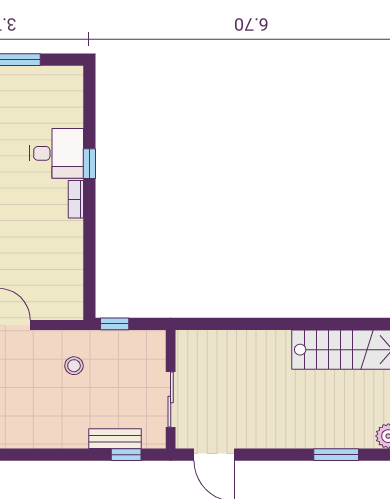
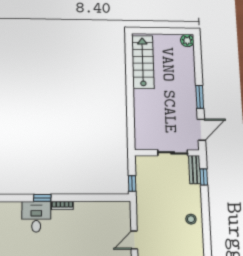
stool: (74, 366) -> (191, 219), moved
bench: (115, 439) -> (195, 170), moved
window: (336, 455) -> (200, 97), moved

